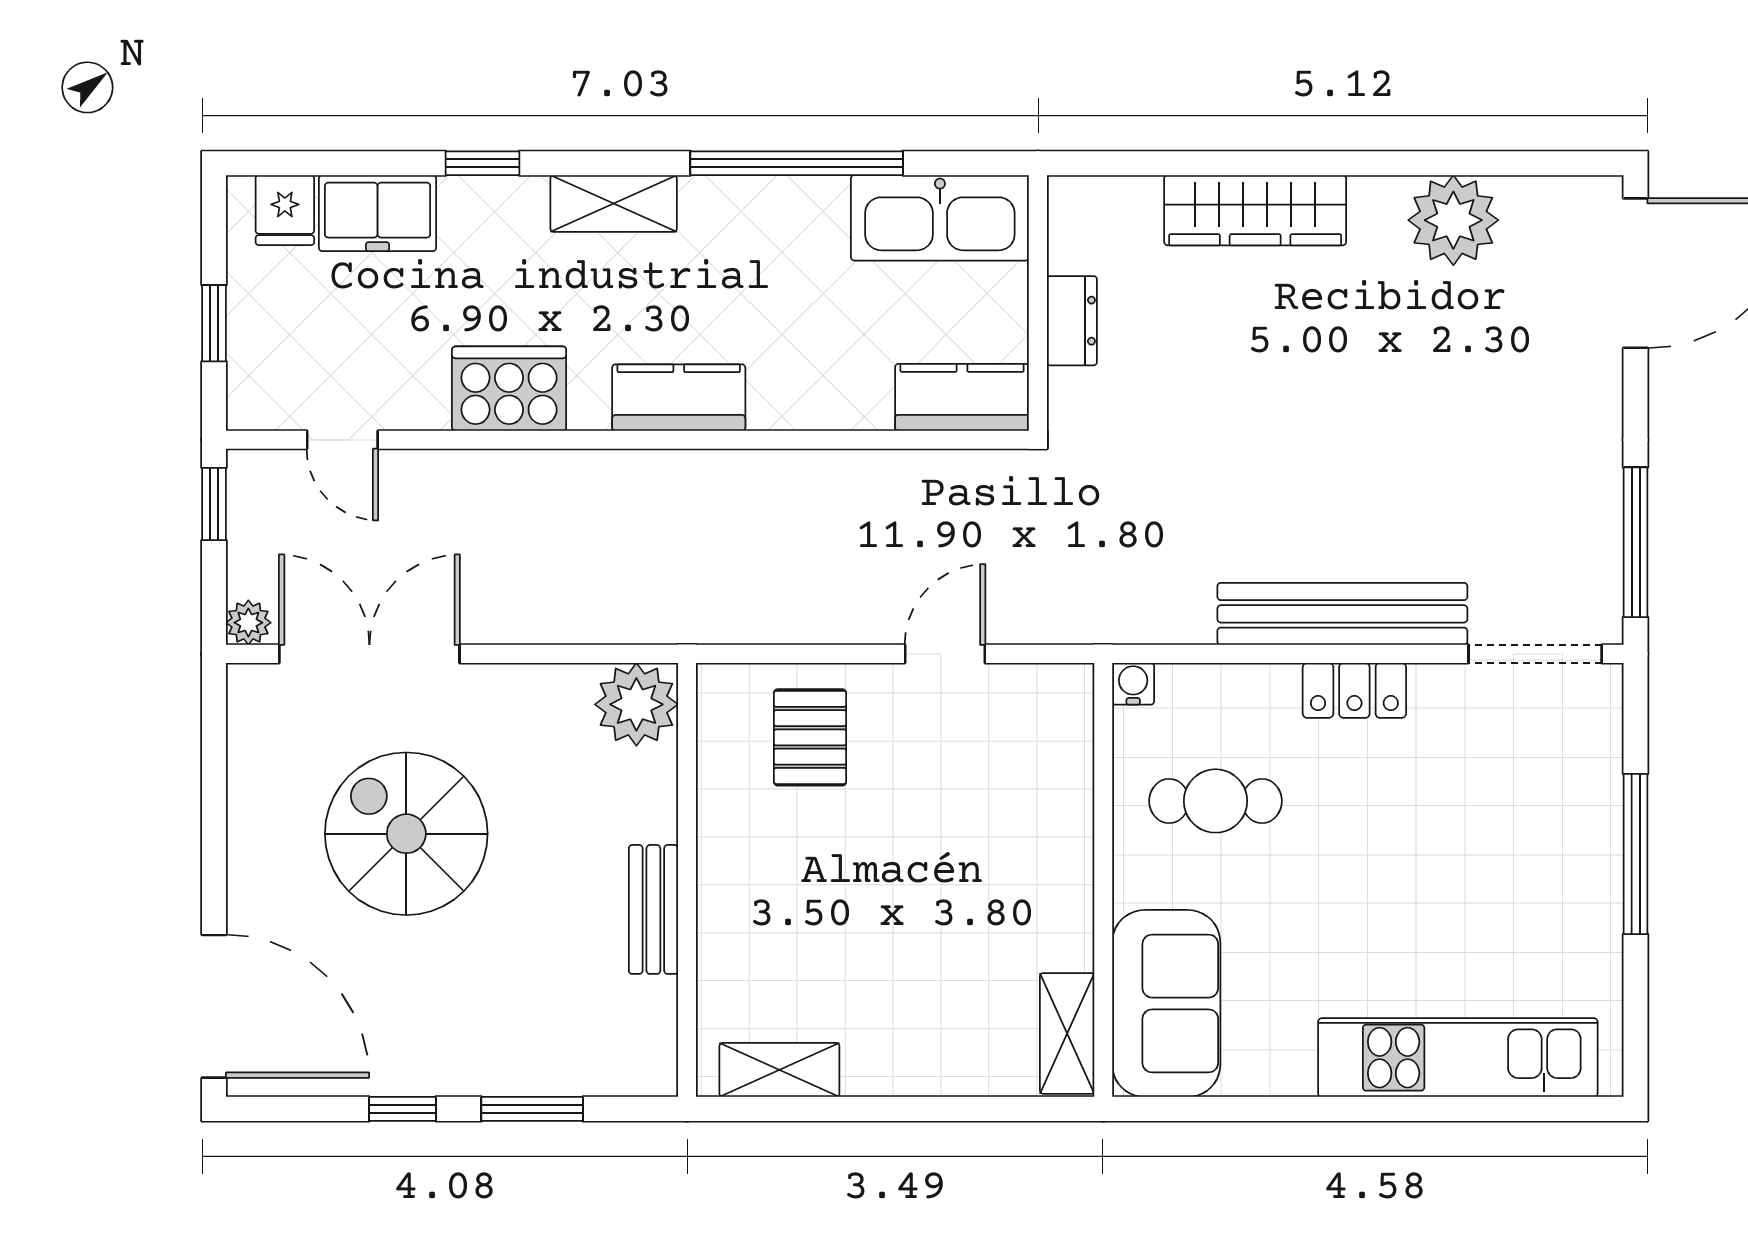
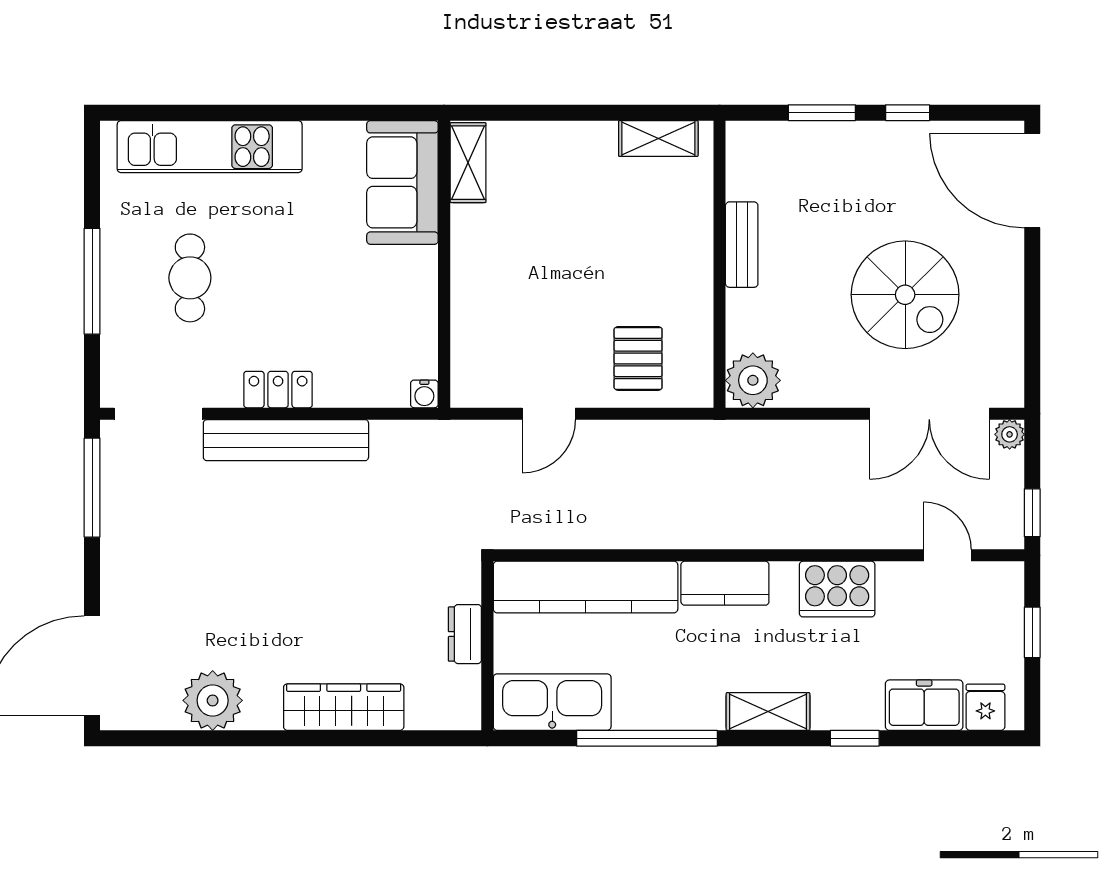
kitchen counter: (962, 397) -> (586, 587), width x2.08, depth x1.17
cafe table: (1216, 801) -> (190, 278), moved, turned 90

